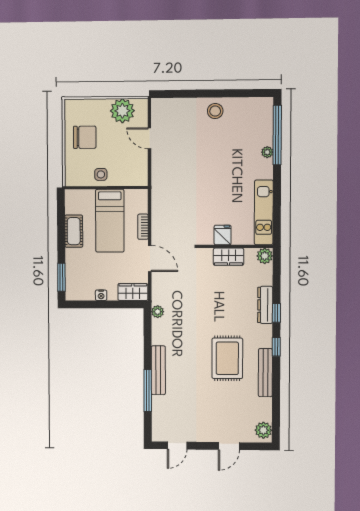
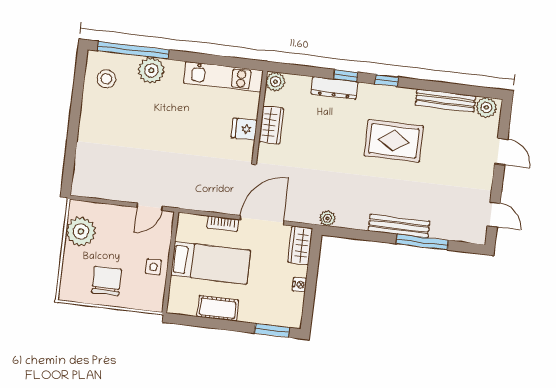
stool: (215, 111) -> (106, 79), moved
door: (149, 138) -> (150, 207), moved
plant: (267, 152) -> (151, 70), width x1.87, depth x1.87
door: (150, 258) -> (262, 220), width x1.36
bench: (265, 373) -> (445, 101), moved

